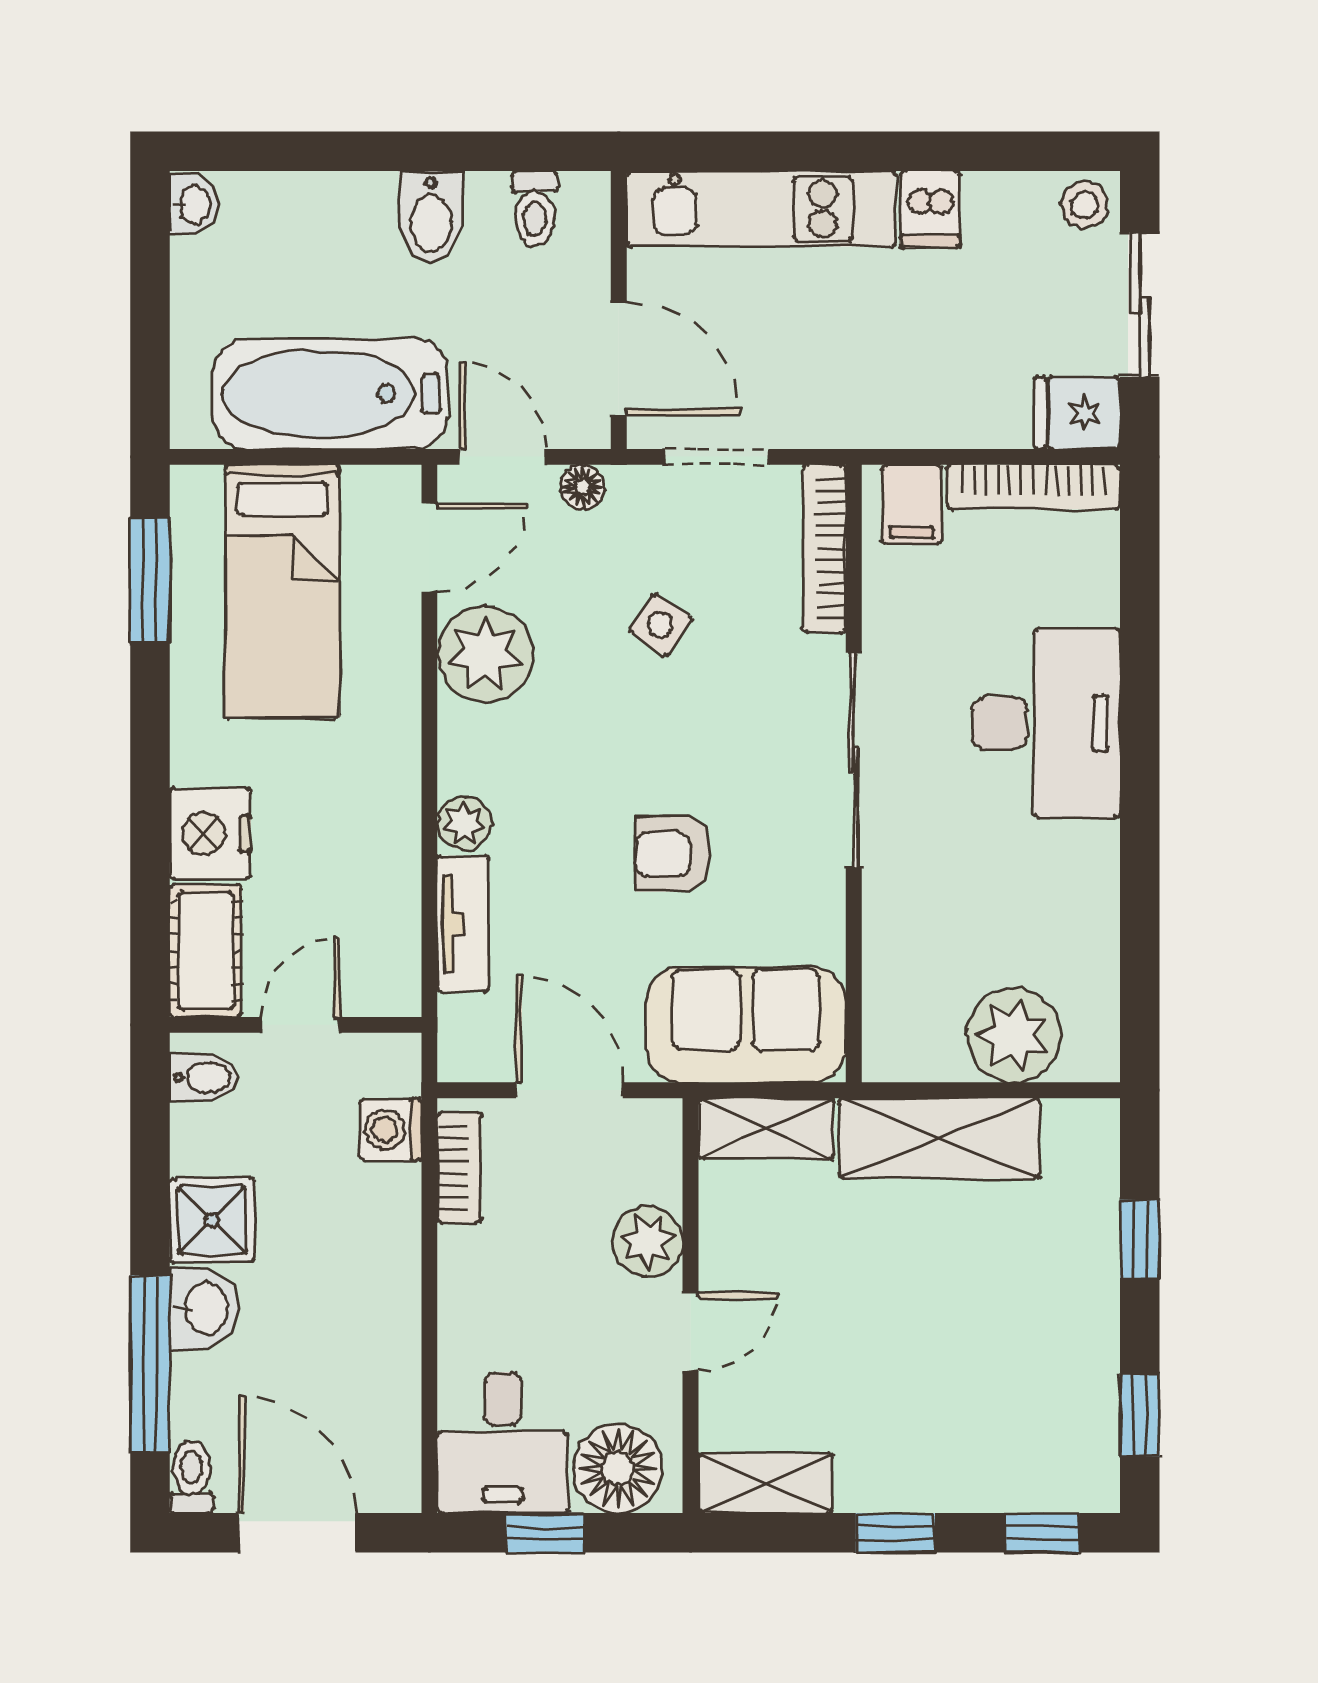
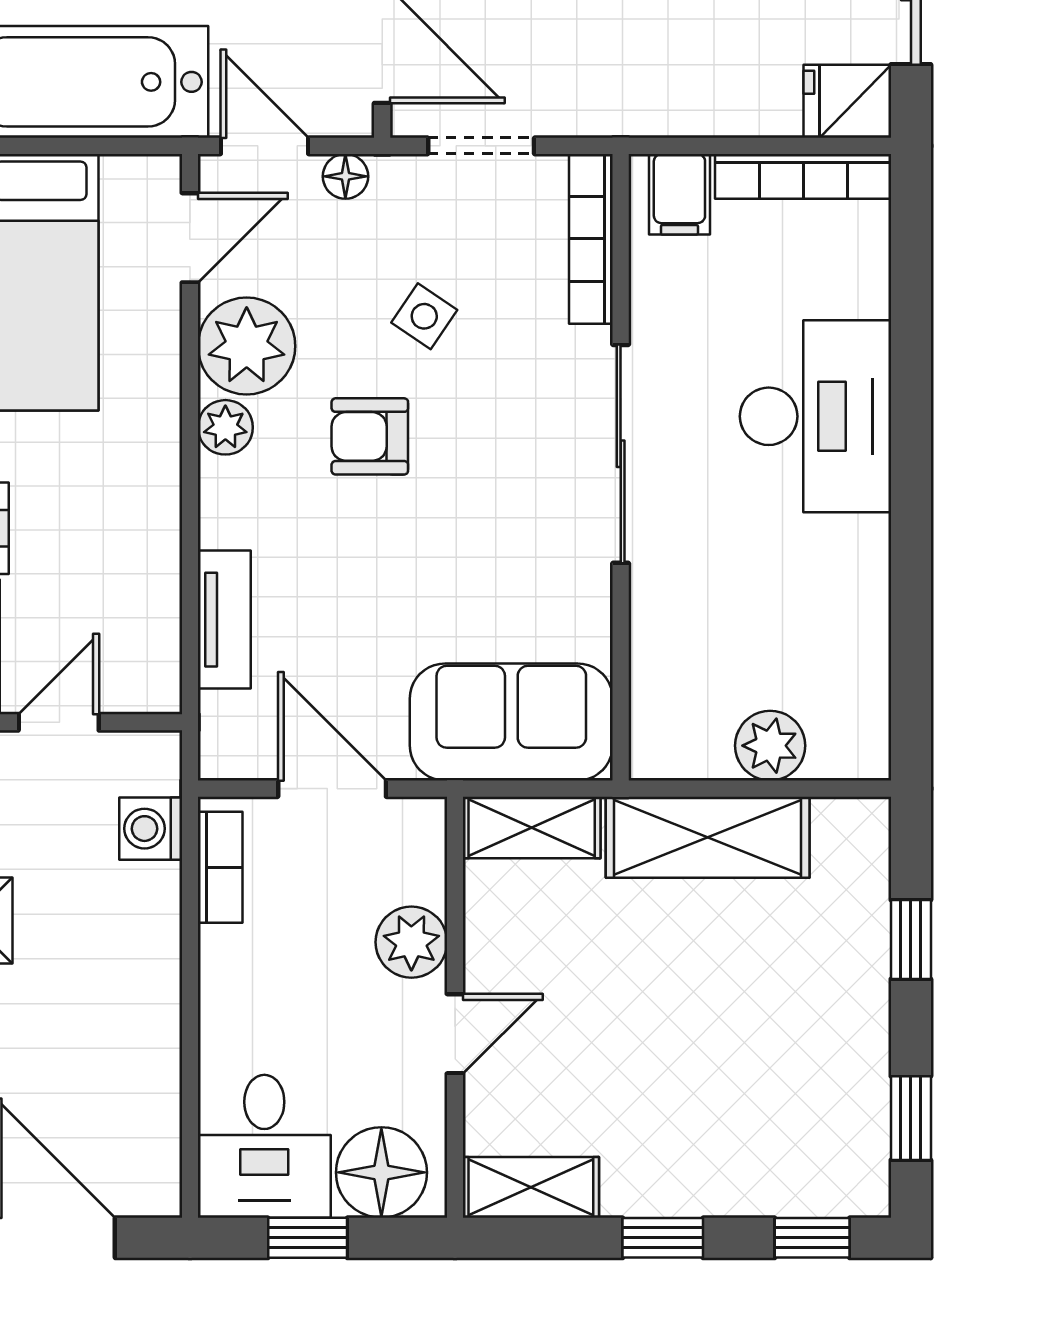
plant: (464, 823) -> (225, 427), moved
armchair: (673, 854) -> (370, 436), moved
plant: (1014, 1035) -> (770, 746), width x0.73, depth x0.73

